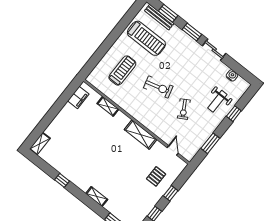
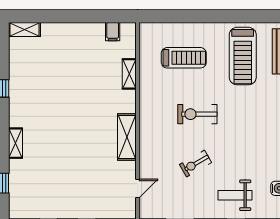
exercise bike: (158, 87) -> (197, 114), turned 105
filing cabinet: (78, 97) -> (113, 32), width x0.50
pallet: (156, 176) -> (93, 193), removed

